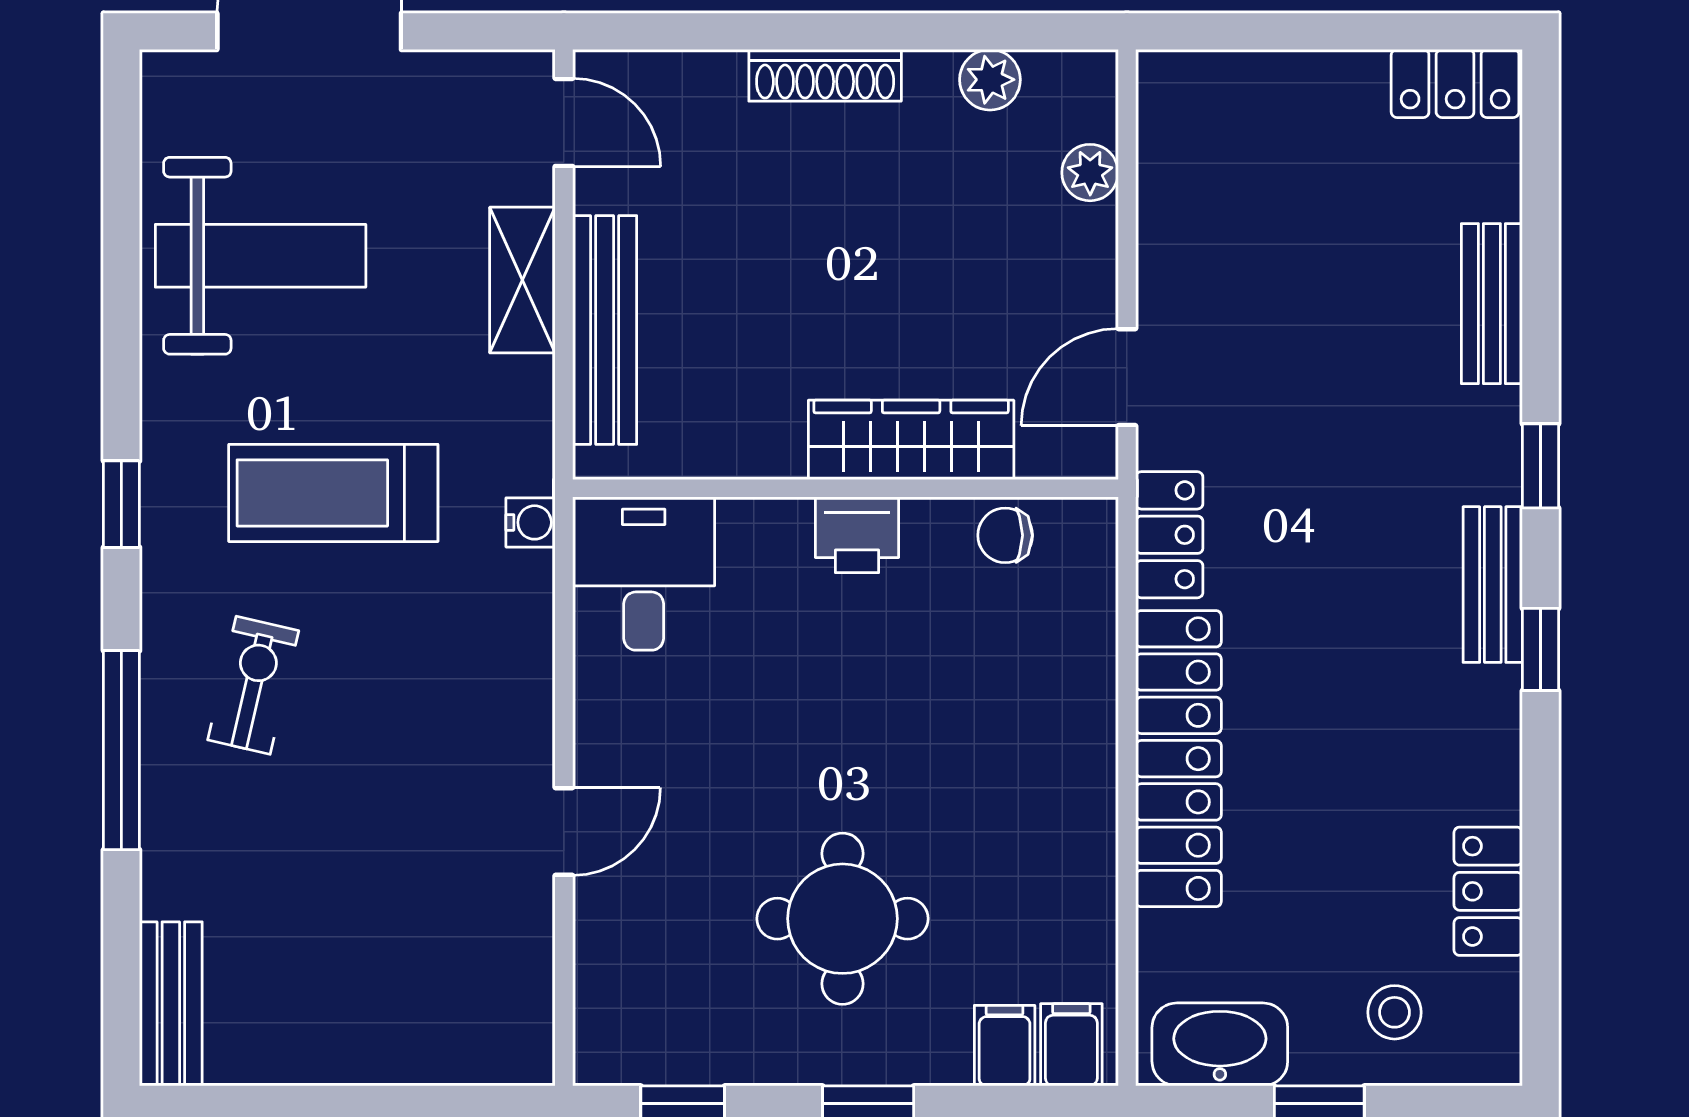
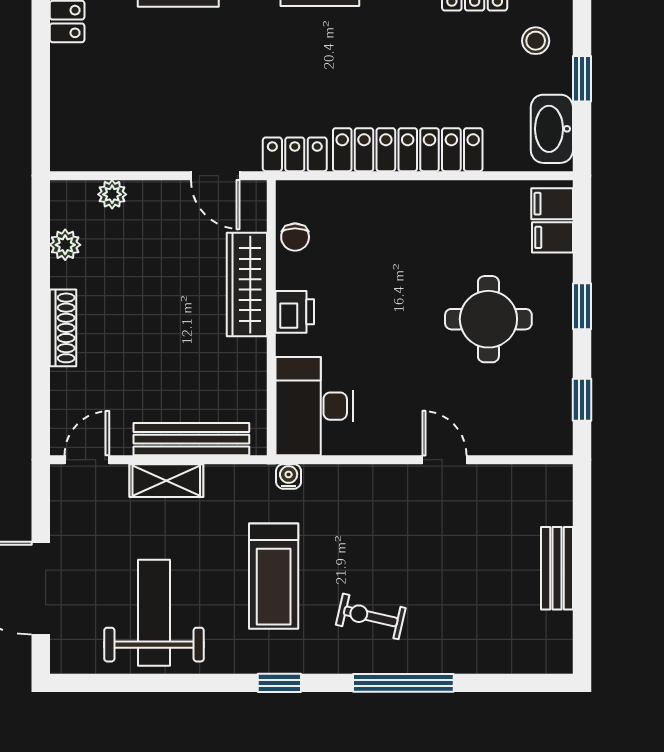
desk: (644, 574) -> (314, 406), width x1.37
bench: (171, 1004) -> (557, 568), moved, turned 90

